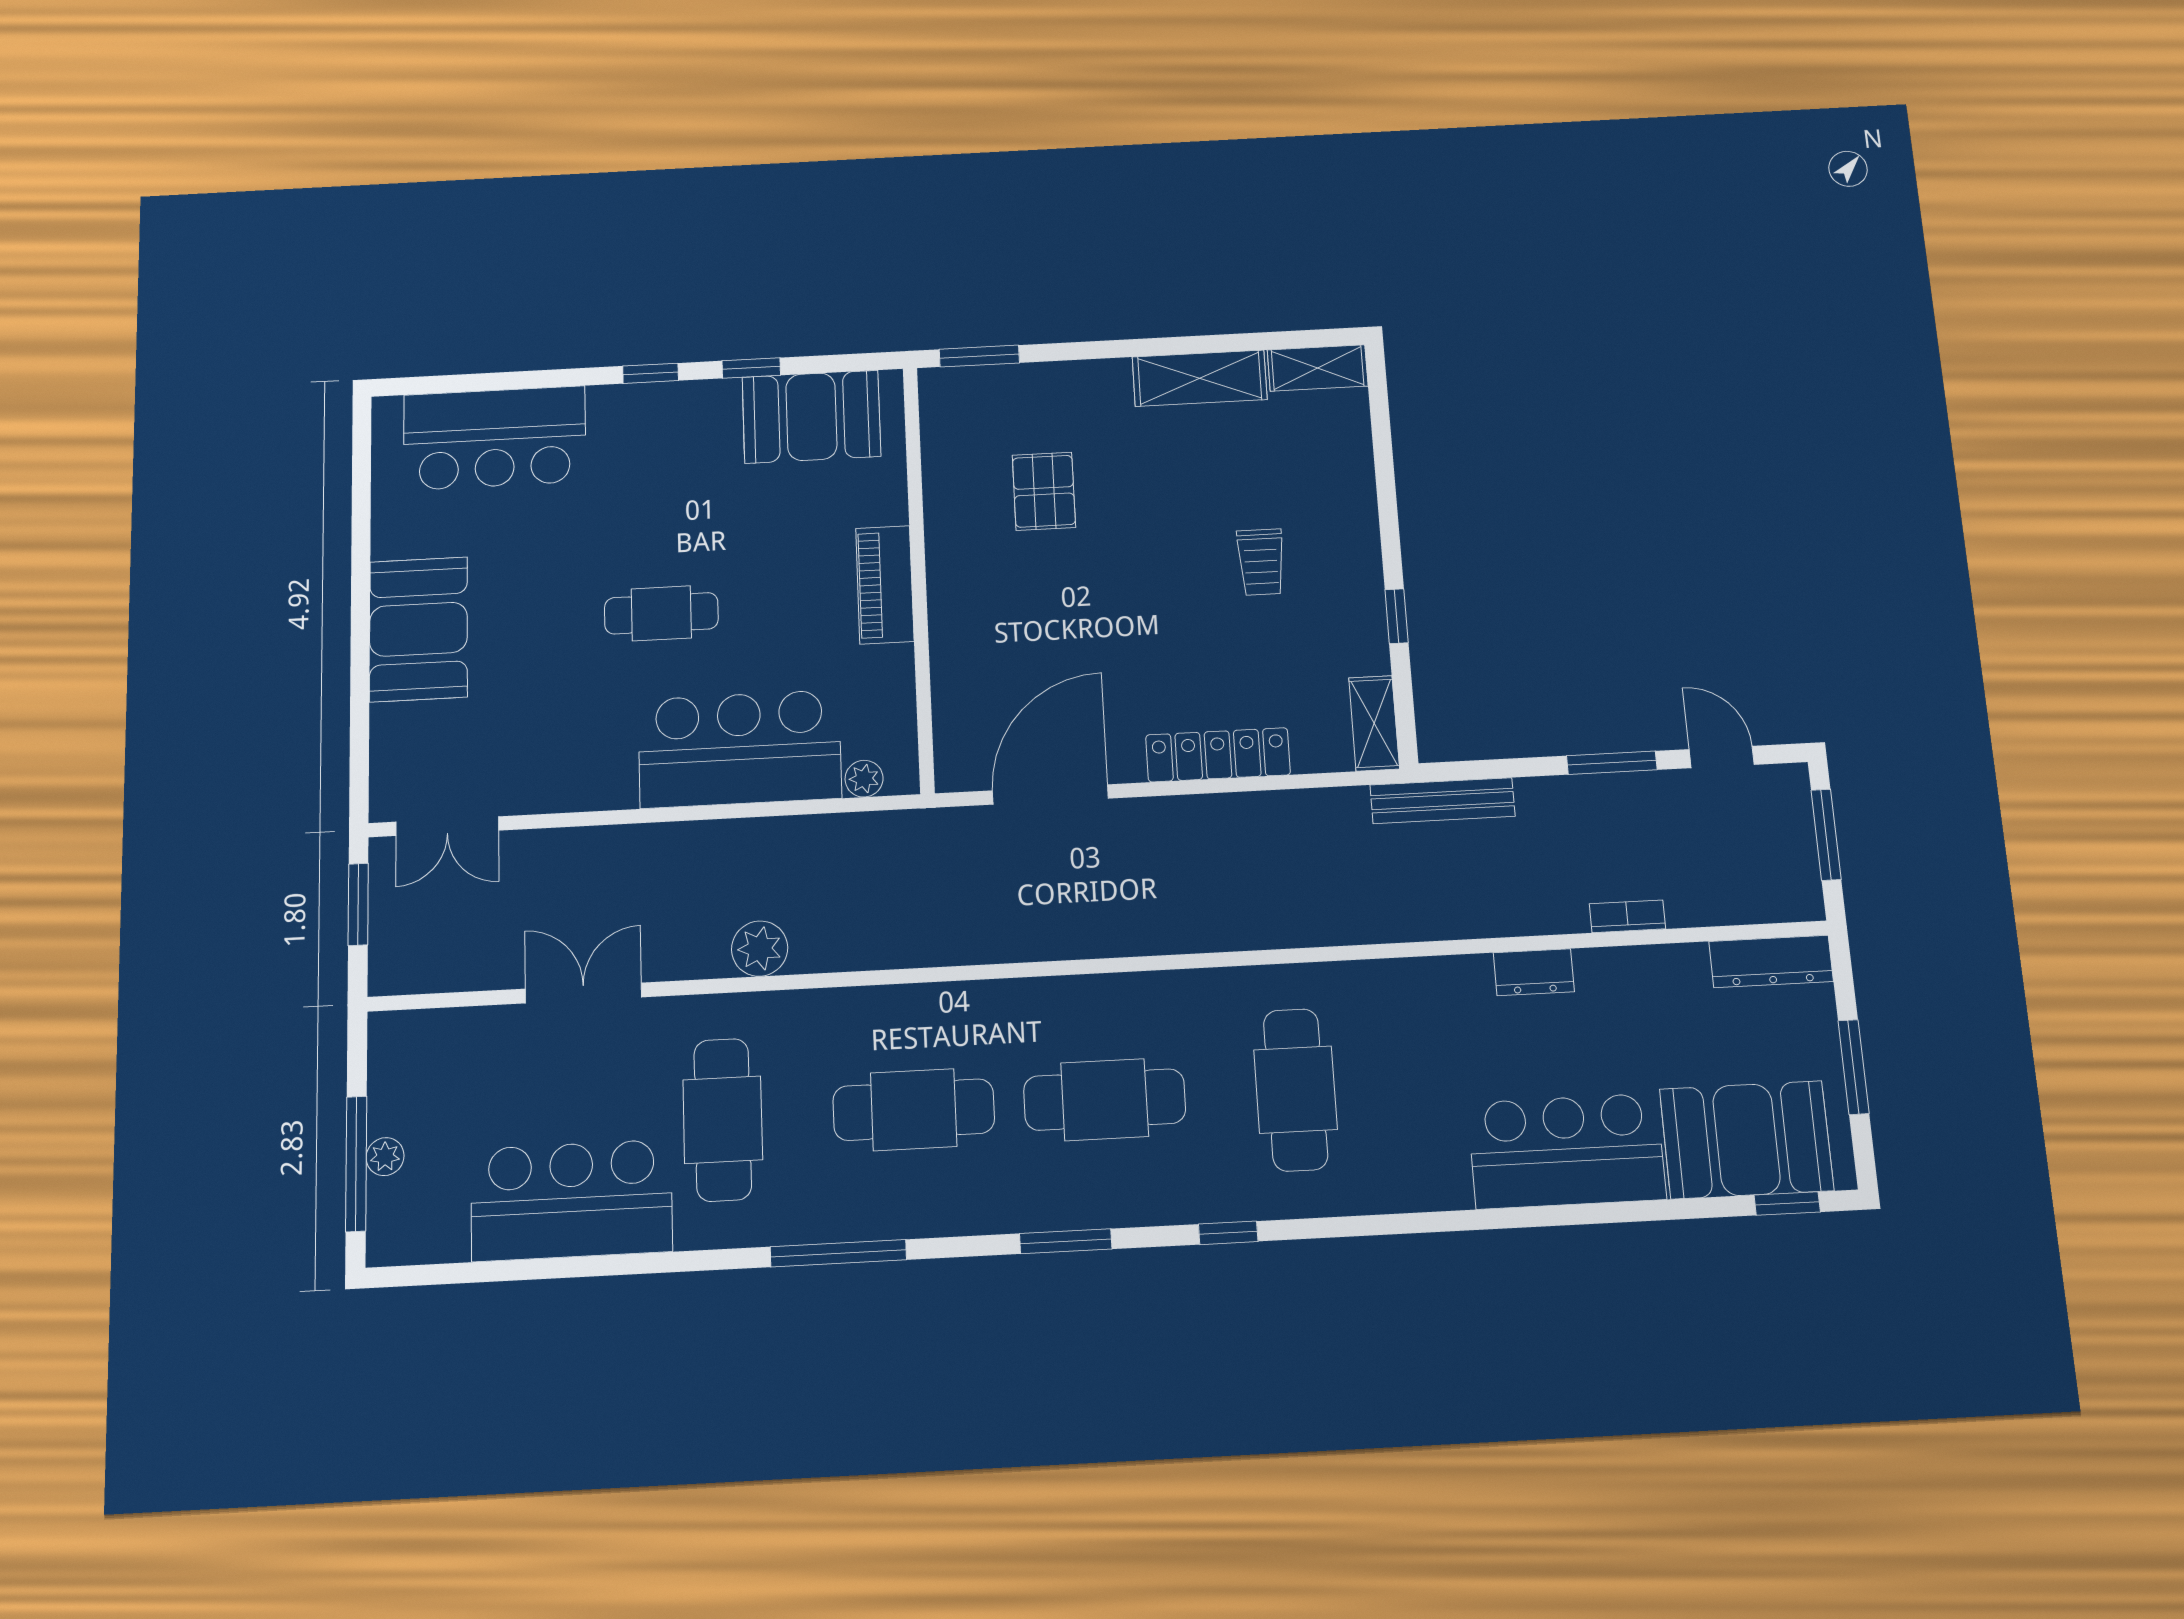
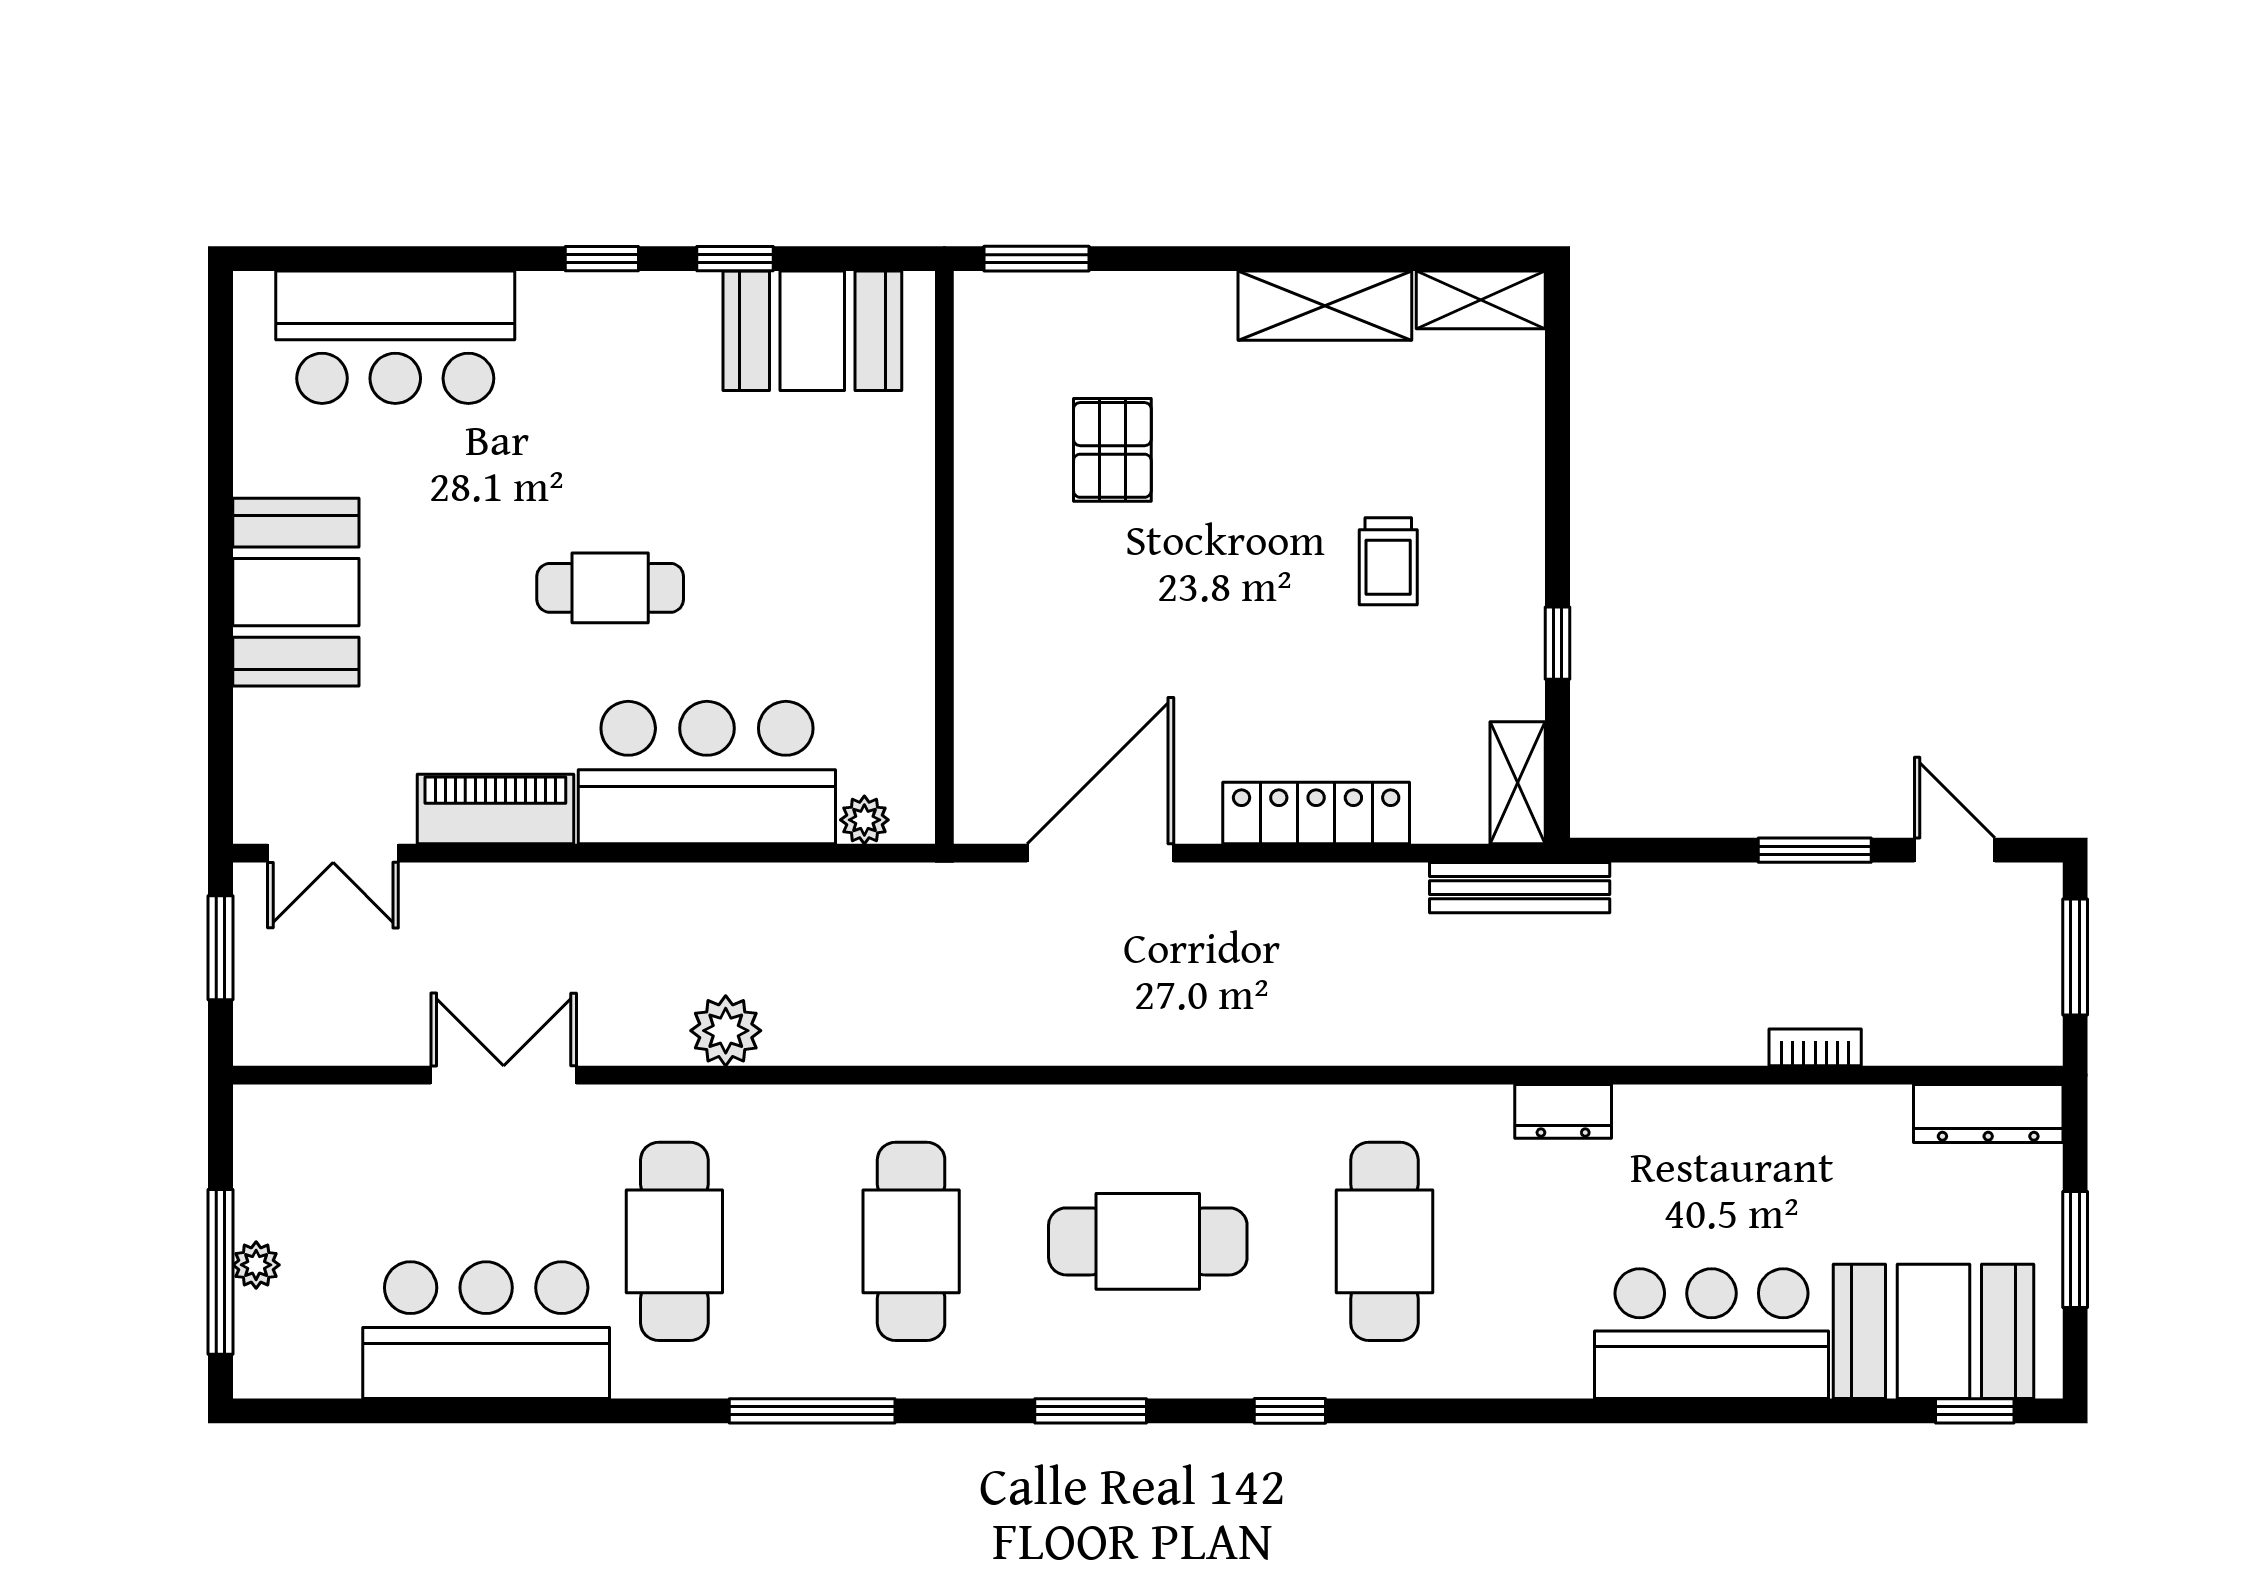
piano: (885, 585) -> (495, 809), moved, turned 90
bench: (1443, 801) -> (1520, 888), moved
dresser: (1534, 972) -> (1563, 1111), moved
cafe table: (914, 1110) -> (911, 1241), turned 90

